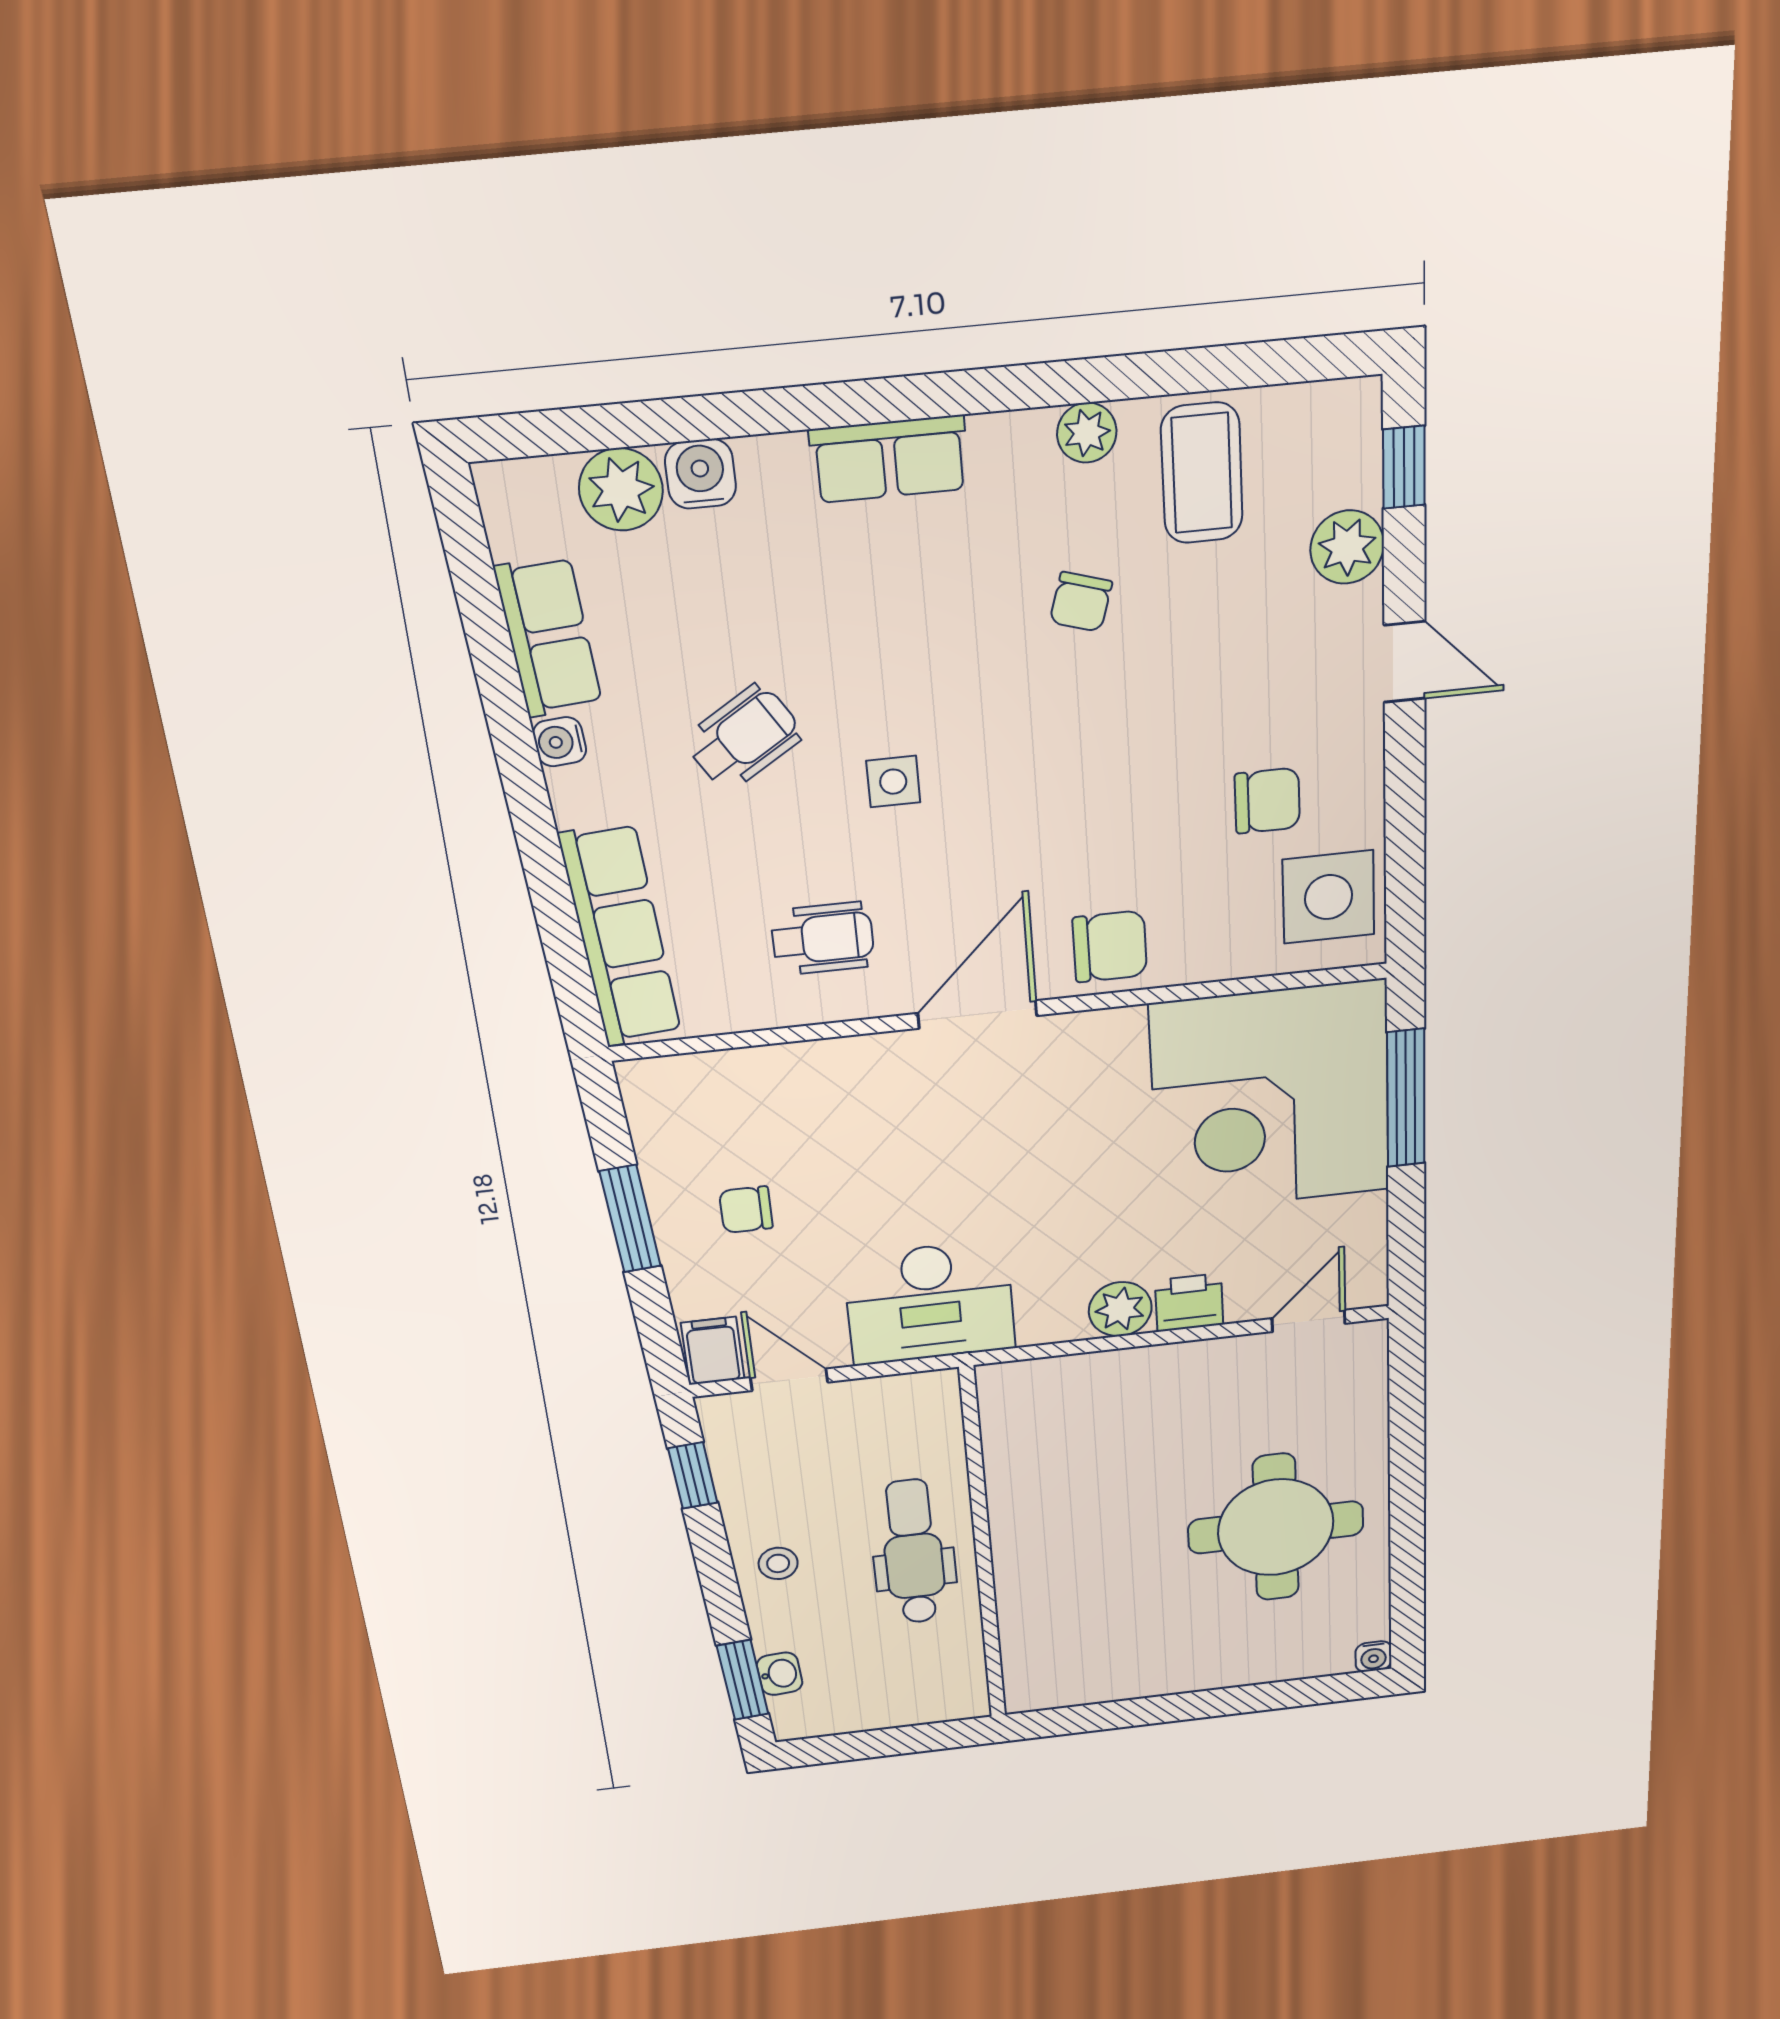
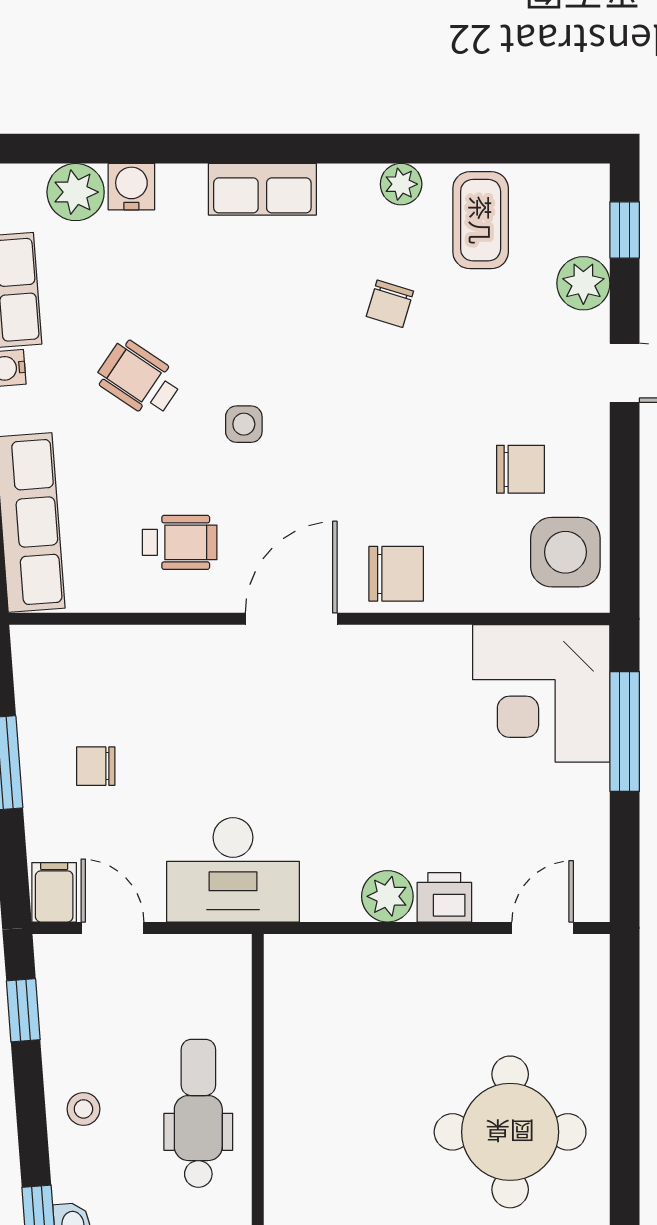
wheelchair: (744, 737) -> (139, 379), turned -114
corner desk: (1271, 1098) -> (541, 693), width x0.74, depth x0.74

